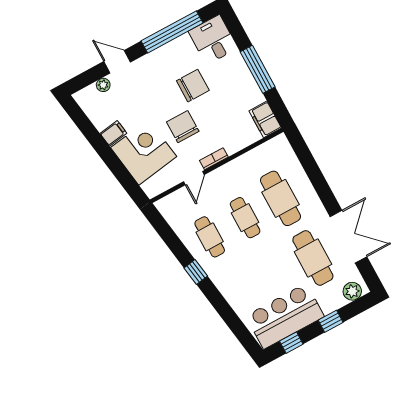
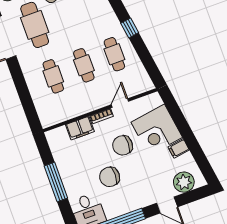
plant: (103, 85) -> (184, 182), width x1.87, depth x1.87
filing cabinet: (265, 119) -> (80, 128), moved, turned 90
chair: (183, 127) -> (123, 145), turned 90
cafe table: (281, 198) -> (53, 76), width x0.73, depth x0.74

